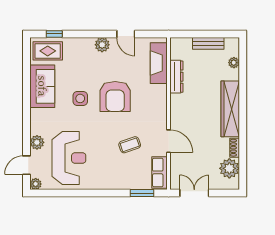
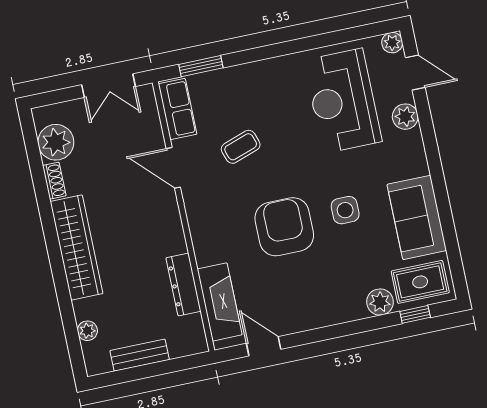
door: (126, 34) -> (264, 346), moved
plant: (102, 45) -> (380, 302), moved
door: (26, 165) -> (415, 73), hinge flipped

